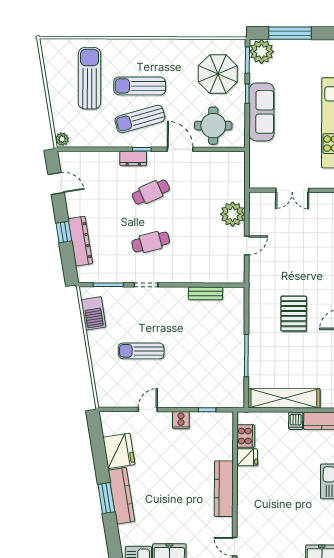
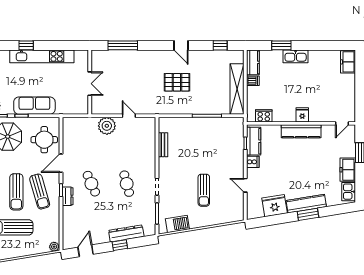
kitchen counter: (210, 421) -> (254, 141), added
fridge: (247, 457) -> (302, 115), moved

